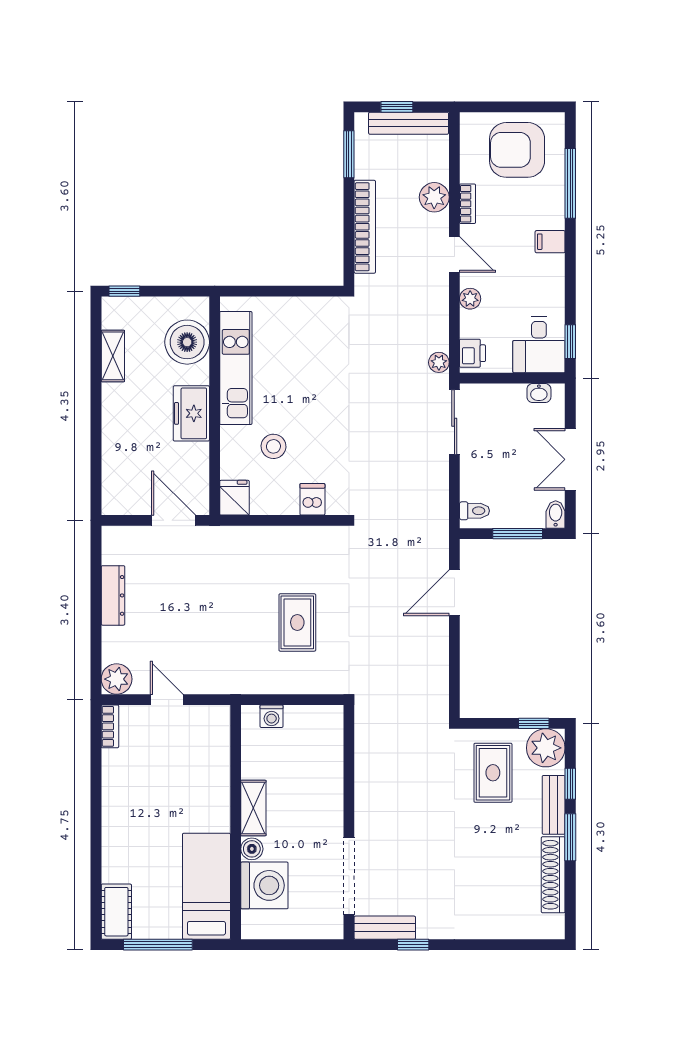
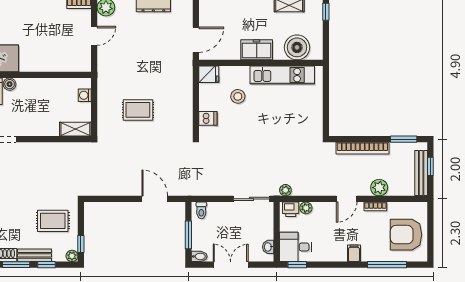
armchair: (517, 150) -> (406, 235), turned -90
plant: (470, 299) -> (306, 208), moved
plant: (546, 748) -> (72, 256), width x0.53, depth x0.53
shelving: (253, 808) -> (75, 129), moved

